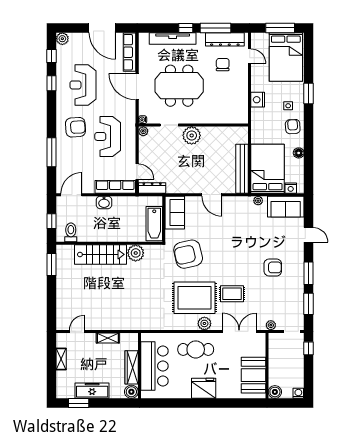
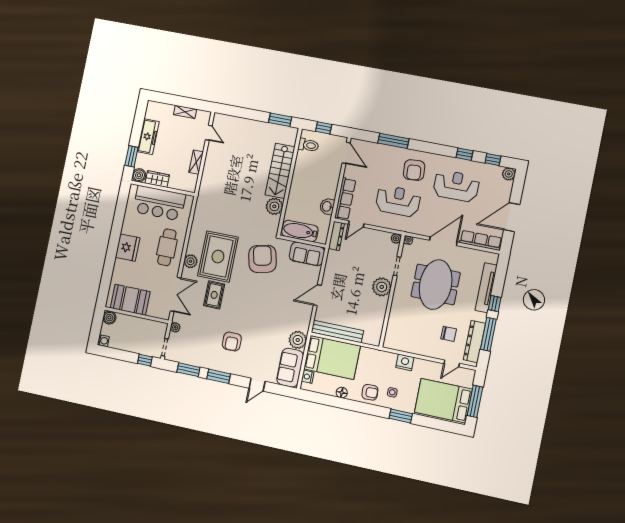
plant: (258, 201) -> (298, 340), width x1.88, depth x1.88
washbasin: (104, 202) -> (327, 206), moved
wardrobe: (132, 367) -> (157, 179), width x0.67
window: (79, 403) -> (131, 156), moved

